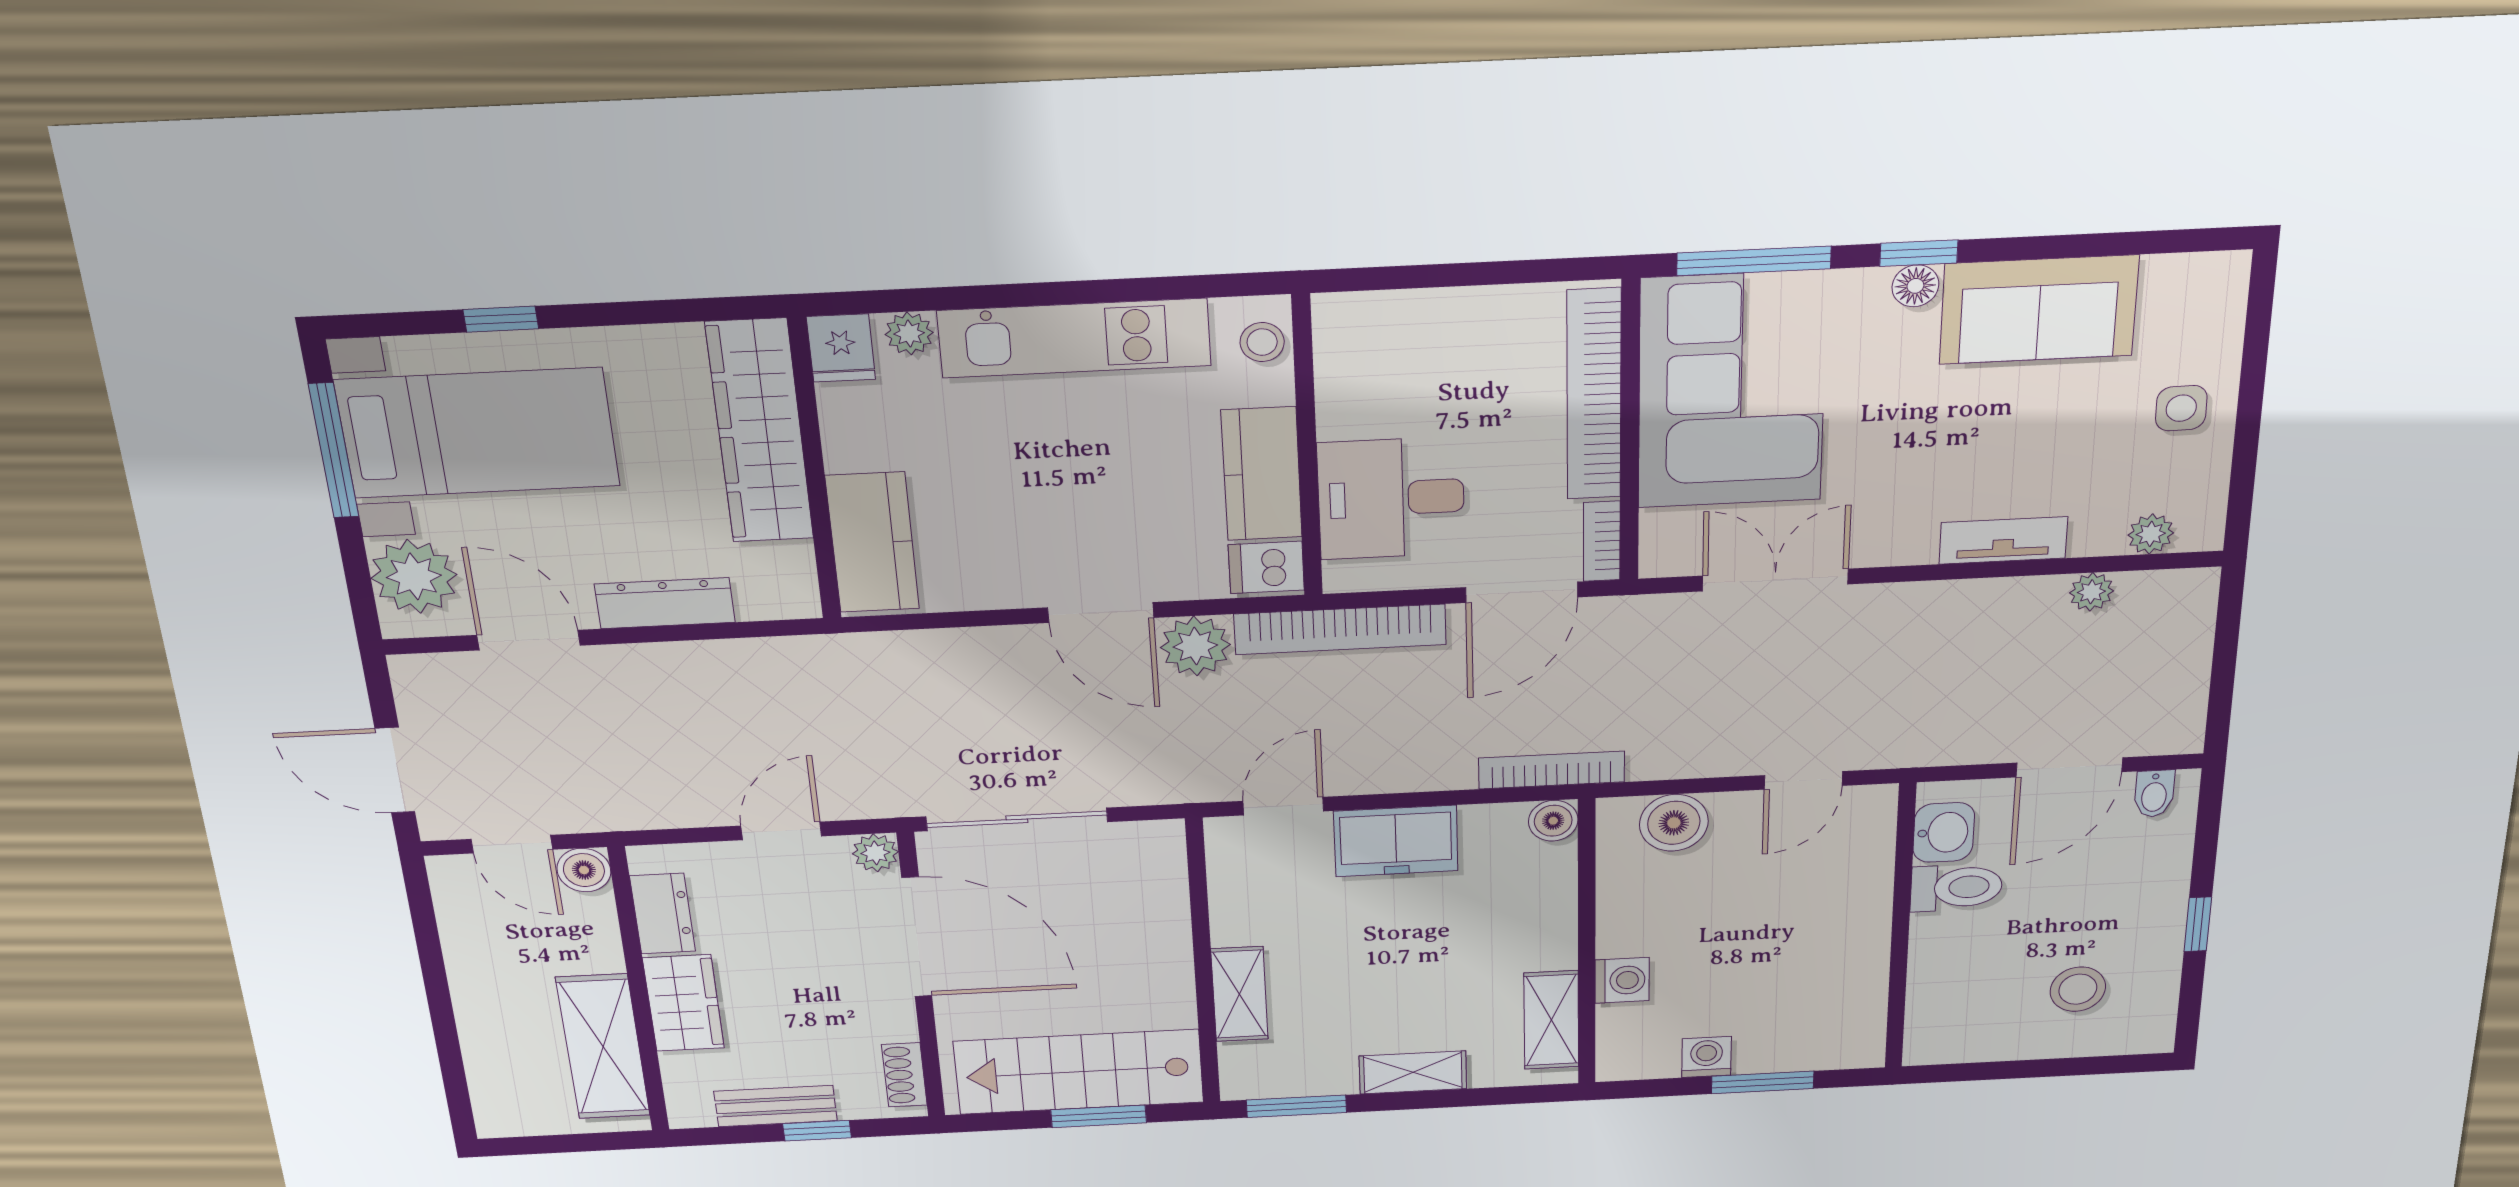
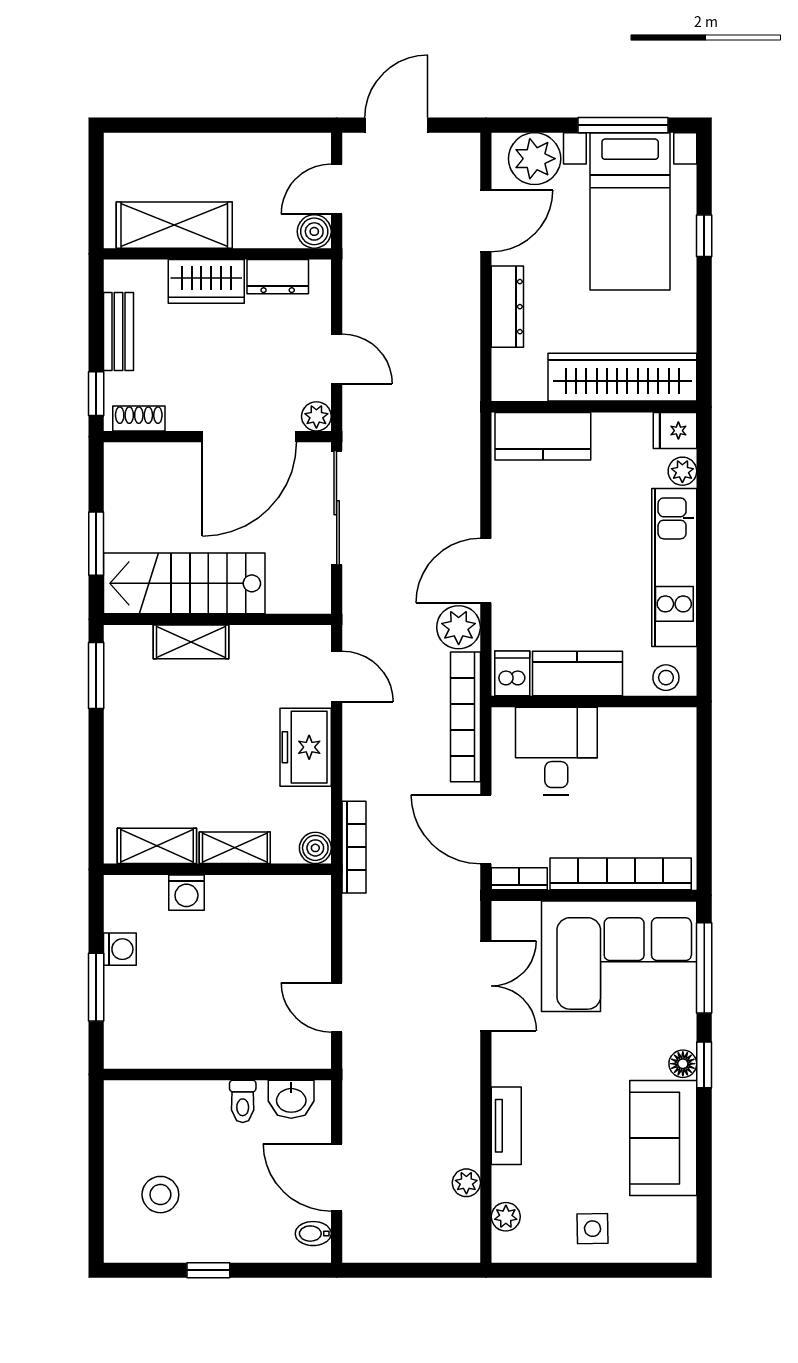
boiler: (1674, 823) -> (309, 925), removed
toilet: (1956, 887) -> (243, 1101), width x0.73, depth x0.72
stairs: (1079, 1072) -> (184, 583), moved, turned -90
shelving: (1413, 1072) -> (235, 848), moved, turned 90
window: (817, 1131) -> (96, 394), moved

